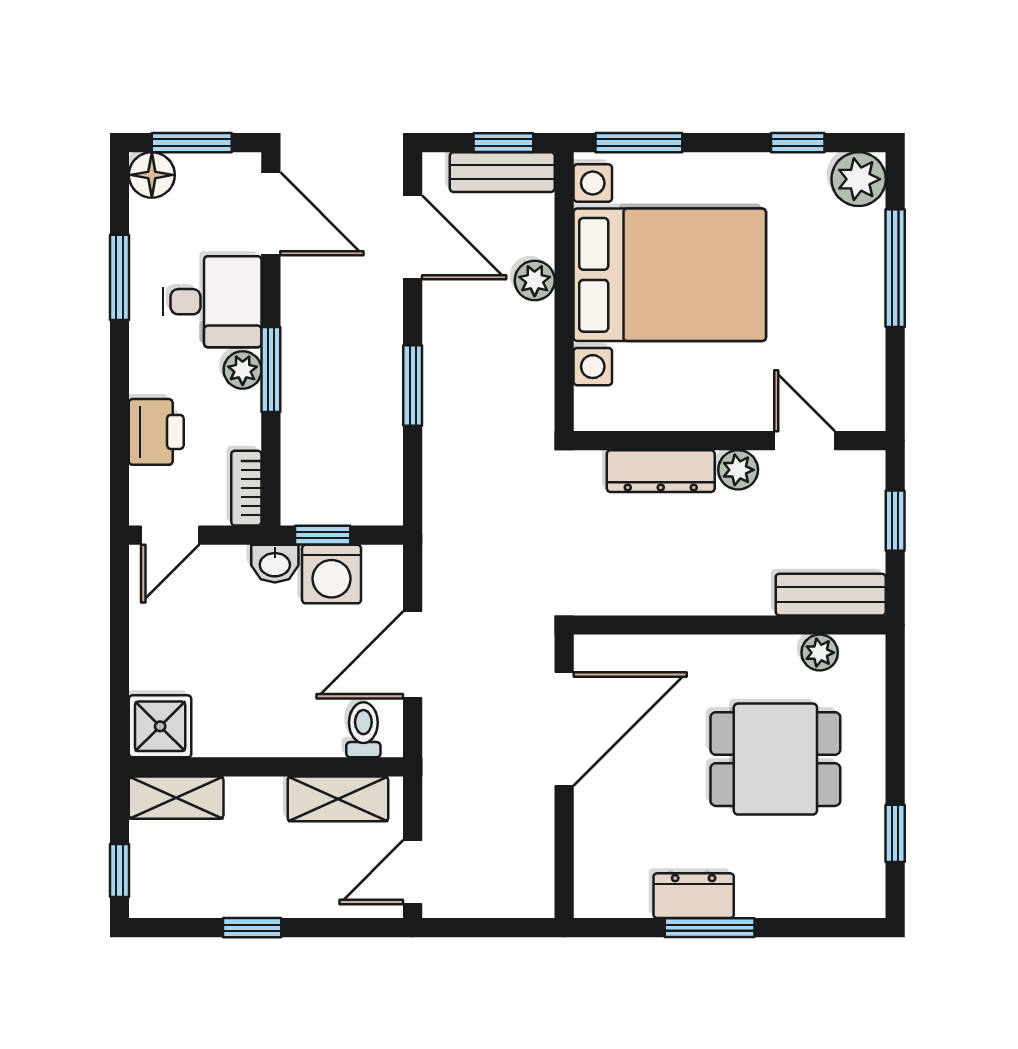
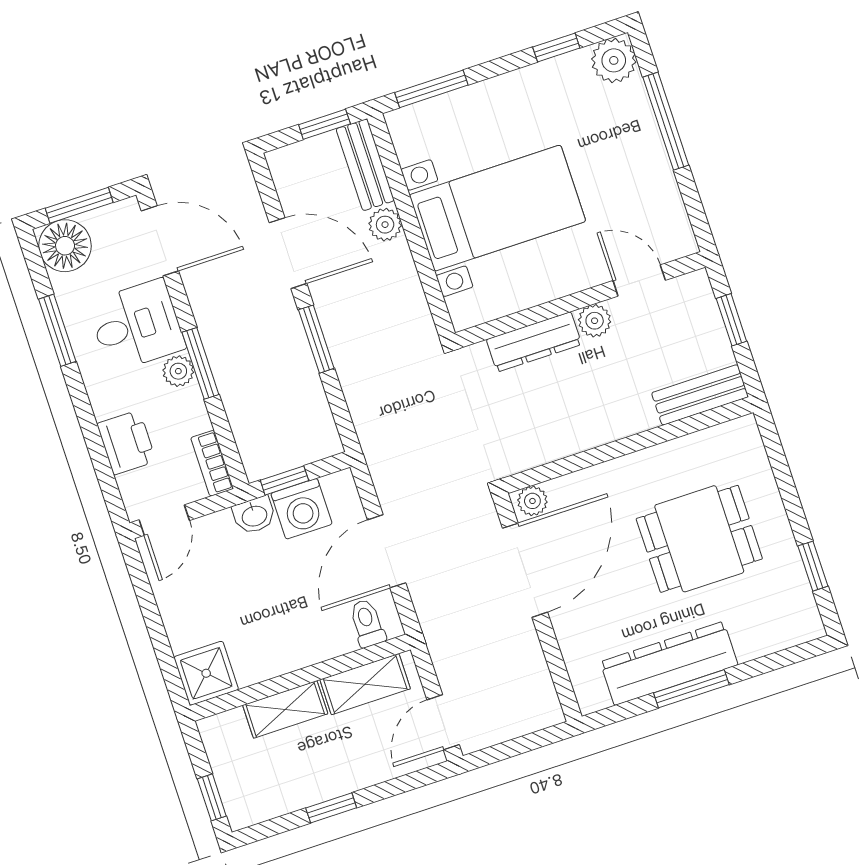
bench: (502, 172) -> (365, 165), moved, turned 90
floor lamp: (152, 175) -> (65, 246), width x1.38, depth x1.38
door: (413, 237) -> (288, 253), moved
bed with nightstands: (670, 275) -> (498, 208), width x0.73
plant: (820, 653) -> (532, 501), moved
shelving: (176, 798) -> (285, 709), moved
dresser: (694, 896) -> (669, 663), width x1.96, depth x1.24

